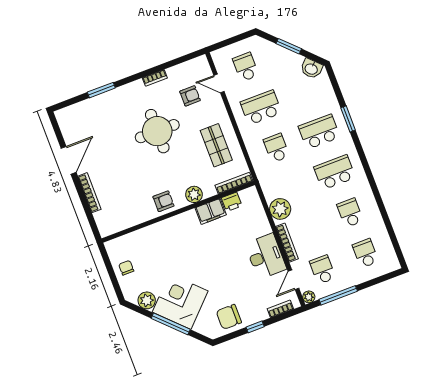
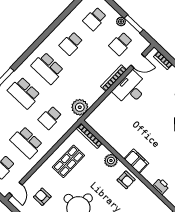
door: (219, 83) -> (16, 189), moved
armchair: (163, 201) -> (126, 180), turned 180
printer: (232, 202) -> (161, 186), moved
plant: (280, 209) -> (80, 107), moved
filing cabinet: (211, 211) -> (136, 161), moved
window: (338, 295) -> (134, 24), width x0.69
plant: (309, 297) -> (121, 22), moved

